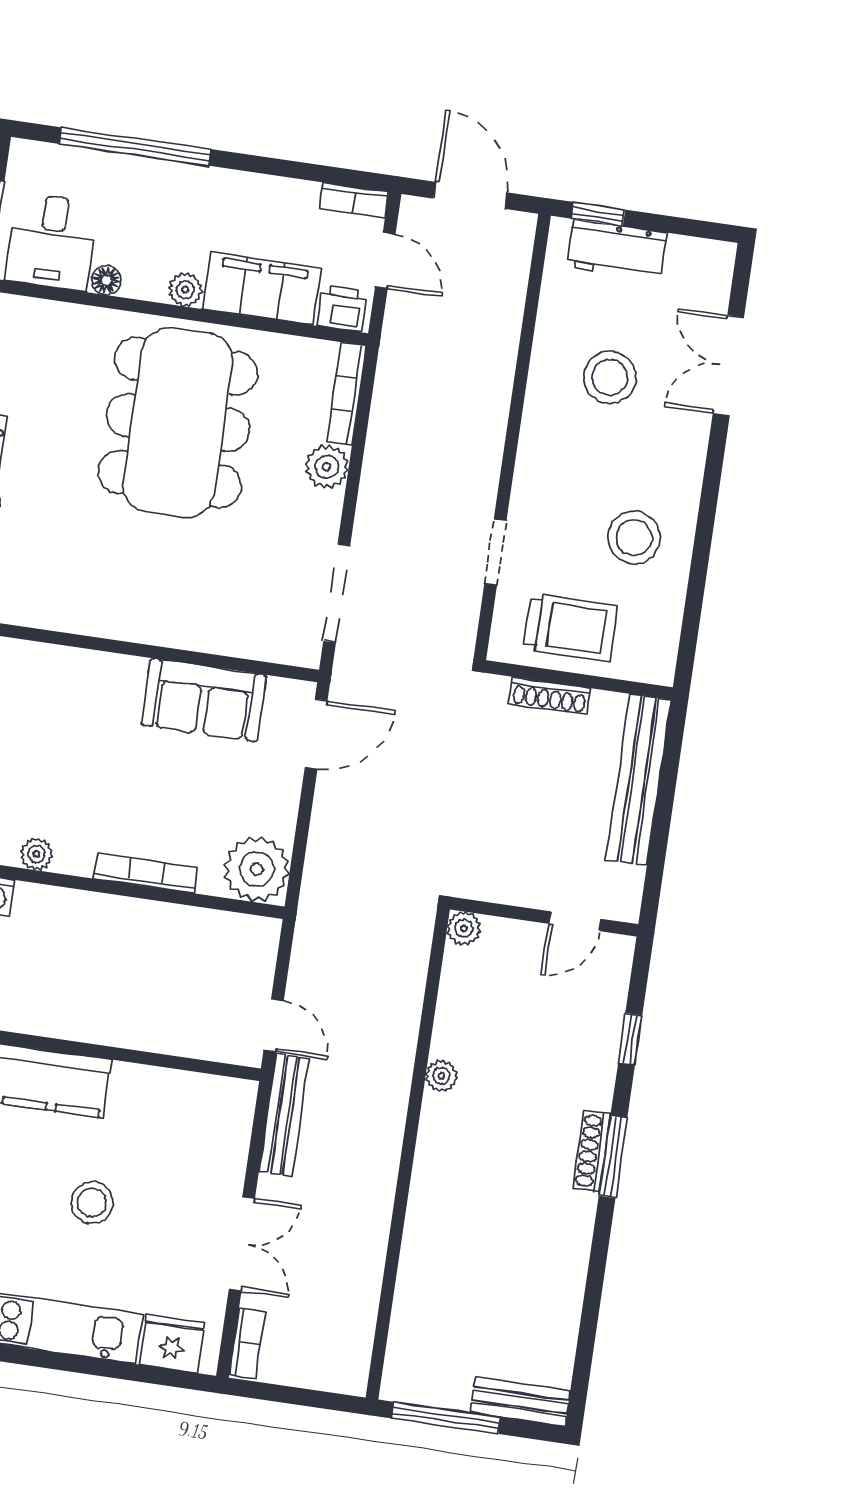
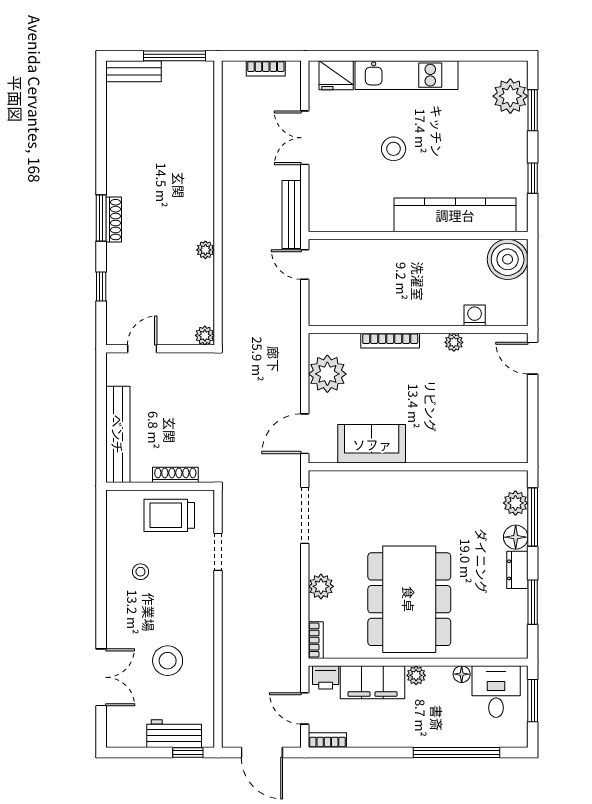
bookcase: (347, 393) -> (316, 640), width x0.64
stool: (634, 538) -> (140, 572), width x0.53, depth x0.53
plant: (257, 869) -> (327, 374), moved
bookcase: (247, 1344) -> (266, 68), moved, turned -90

